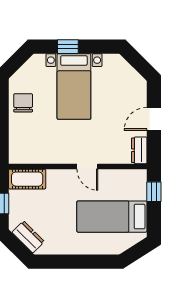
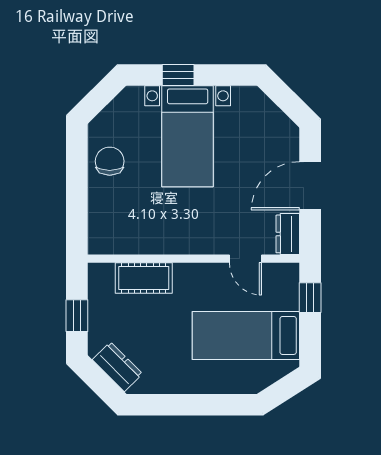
door: (154, 119) -> (310, 186), width x1.38
door: (87, 166) -> (245, 259), moved
cot: (27, 179) -> (144, 278), moved

